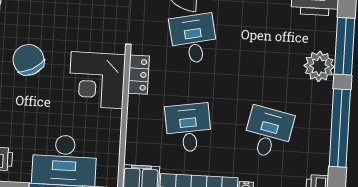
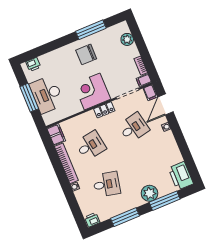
chair: (28, 60) -> (86, 54), turned -152
window: (340, 128) -> (125, 217), width x0.68

